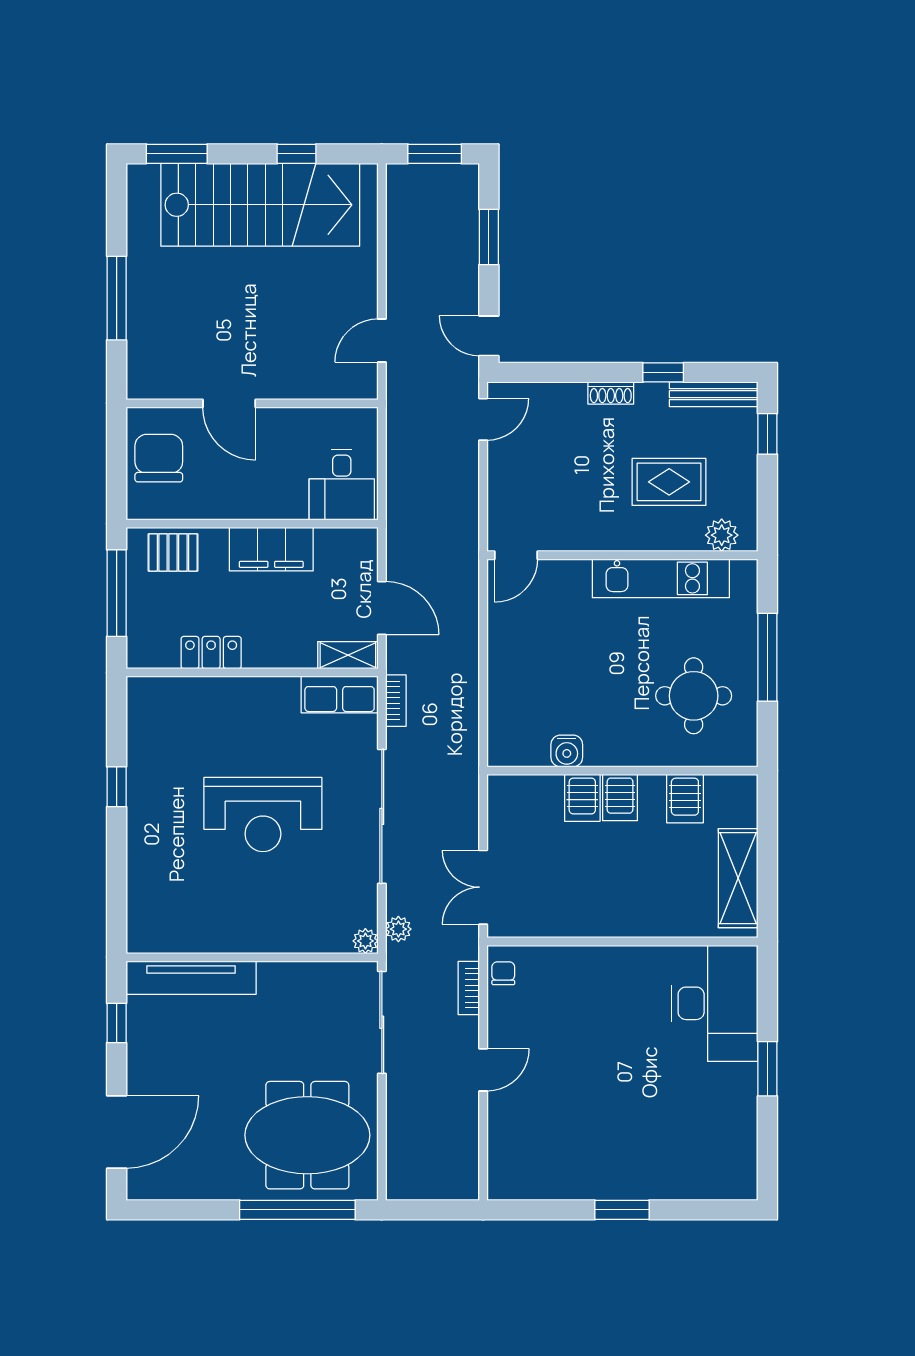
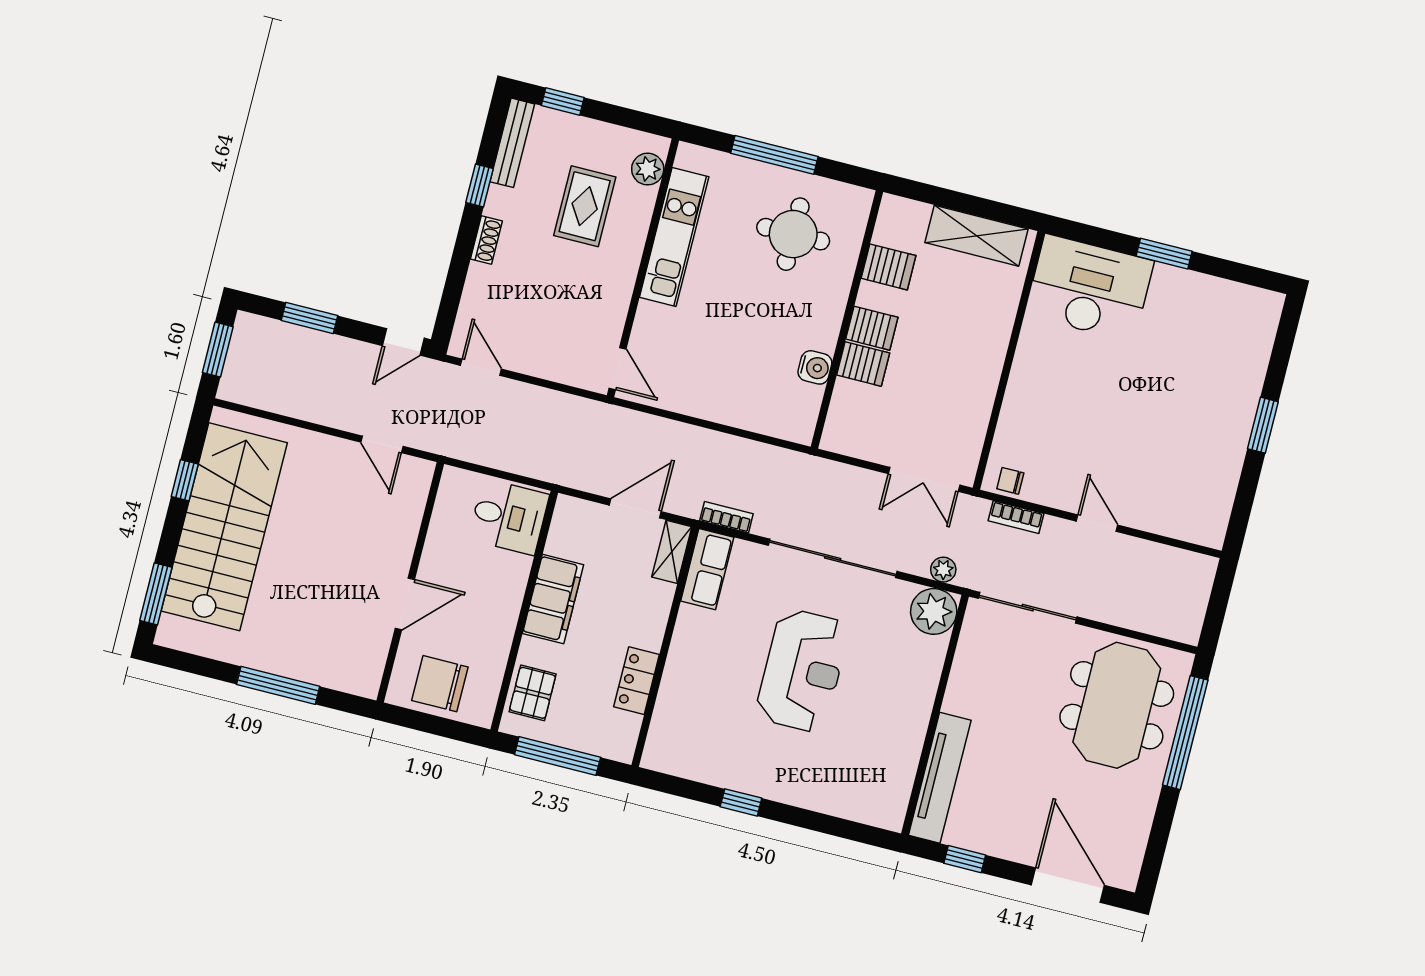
plant: (365, 941) -> (934, 611), width x1.88, depth x1.88

